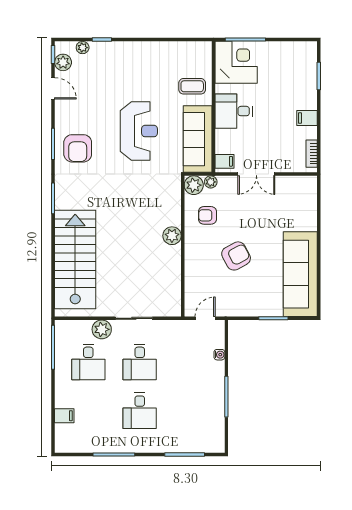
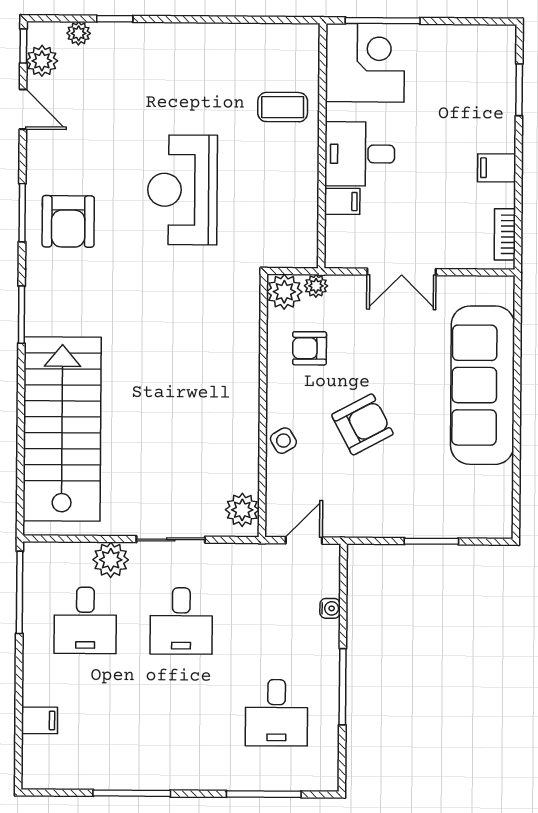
reception desk: (139, 131) -> (182, 190), turned 180
sofa: (198, 139) -> (292, 206), removed
filing cabinet: (224, 161) -> (342, 201), moved
plant: (172, 236) -> (242, 510), moved
side table: (194, 265) -> (283, 441), added
sofa: (300, 274) -> (483, 385), moved
desk: (140, 411) -> (276, 713), moved

